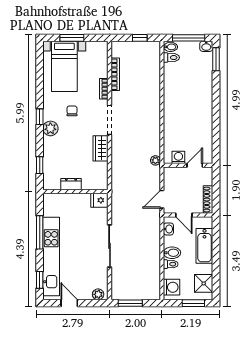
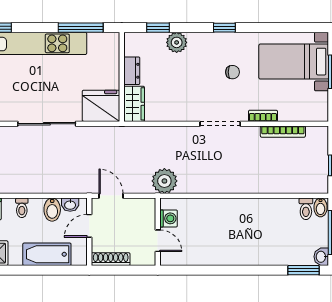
plant: (50, 128) -> (177, 42), moved
wardrobe: (100, 148) -> (134, 104), moved, turned 90
plant: (155, 160) -> (164, 181), width x1.87, depth x1.87
fridge: (99, 200) -> (101, 106), width x1.88, depth x1.34
window: (40, 232) -> (81, 28), moved
bidet: (172, 253) -> (52, 210), moved

